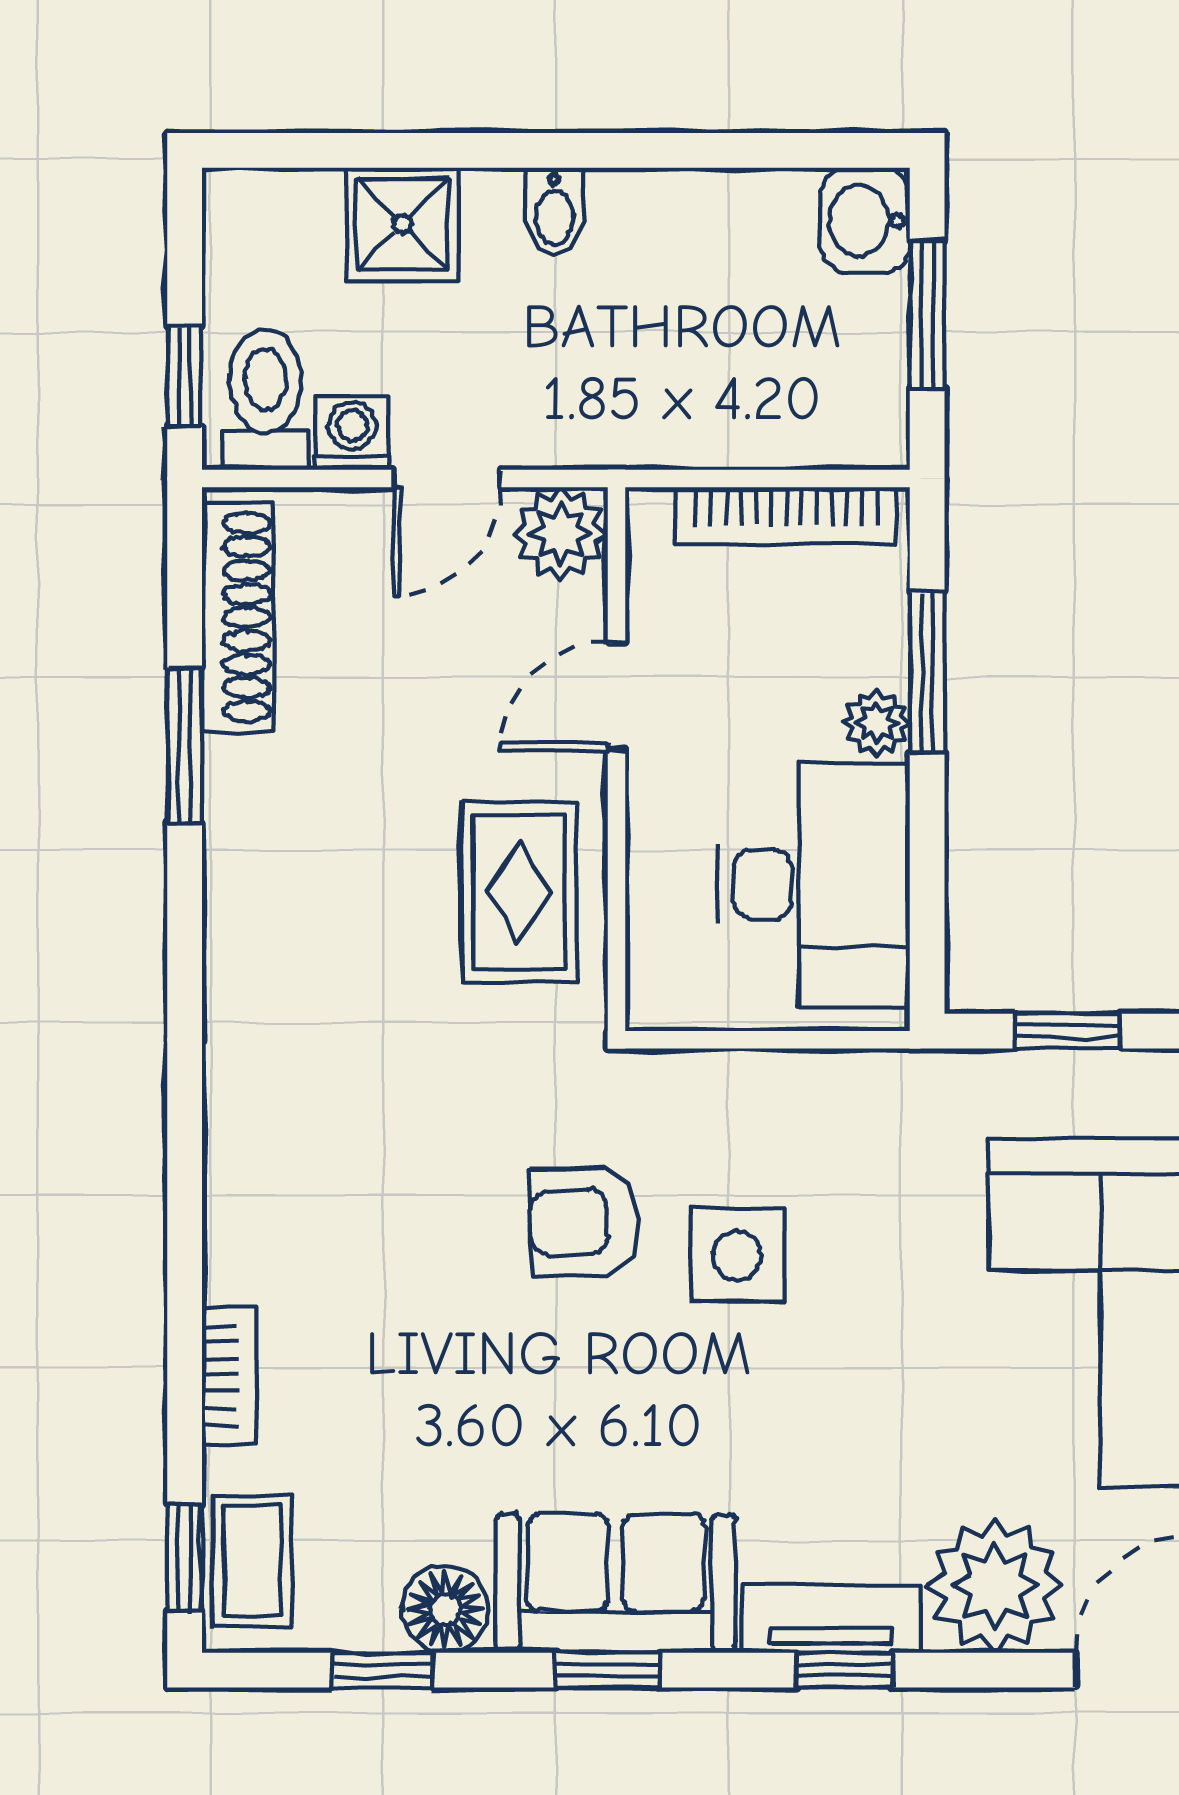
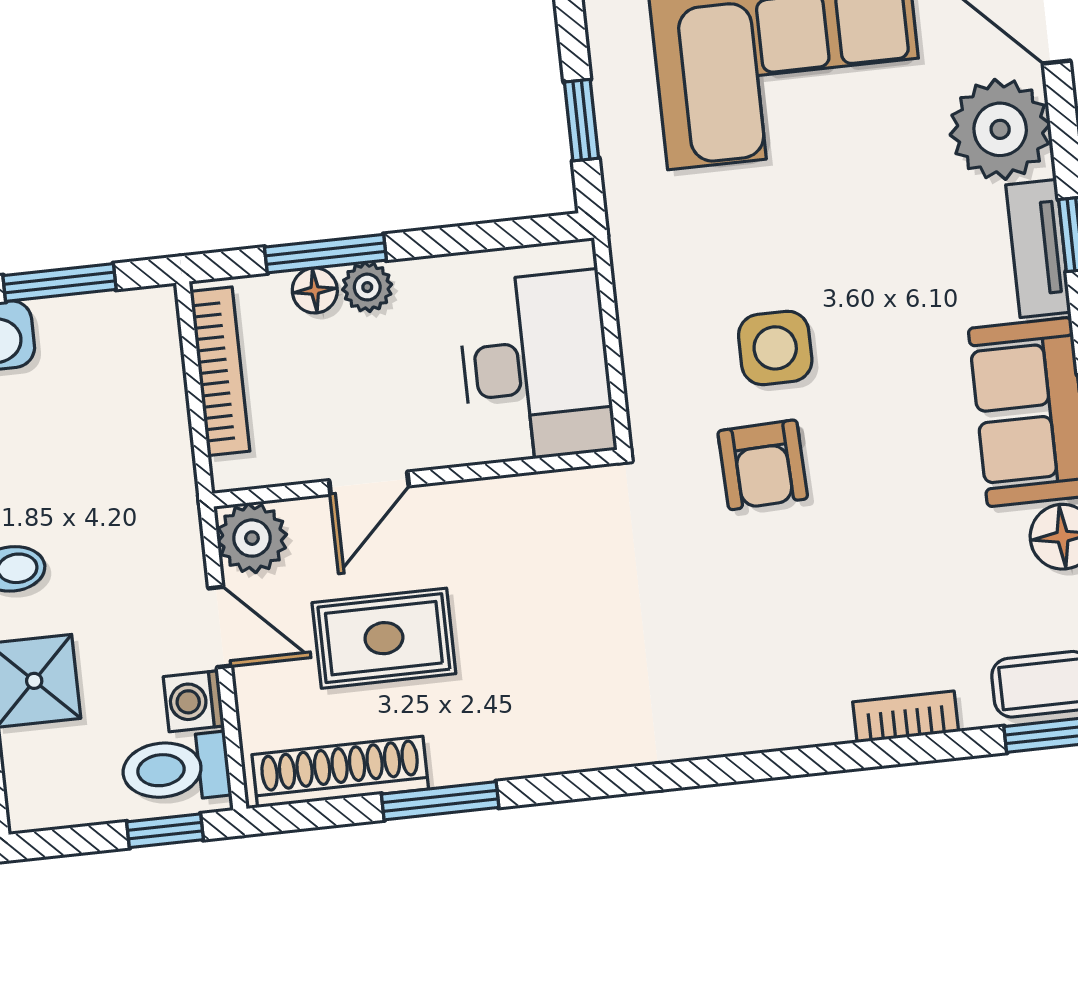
floor lamp: (880, 653) -> (315, 290), added
door: (616, 697) -> (369, 483), hinge flipped
desk: (814, 885) -> (536, 367), moved, turned 90
rug: (519, 892) -> (384, 638), moved

